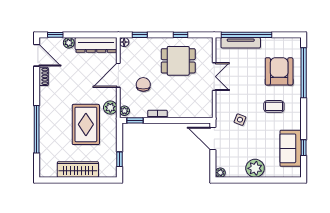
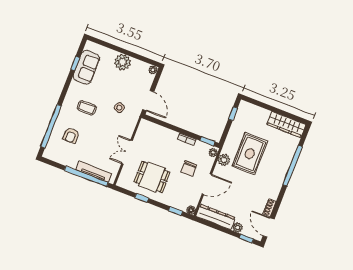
armchair: (279, 71) -> (71, 135), width x0.53, depth x0.53
wardrobe: (78, 170) -> (286, 124), moved

